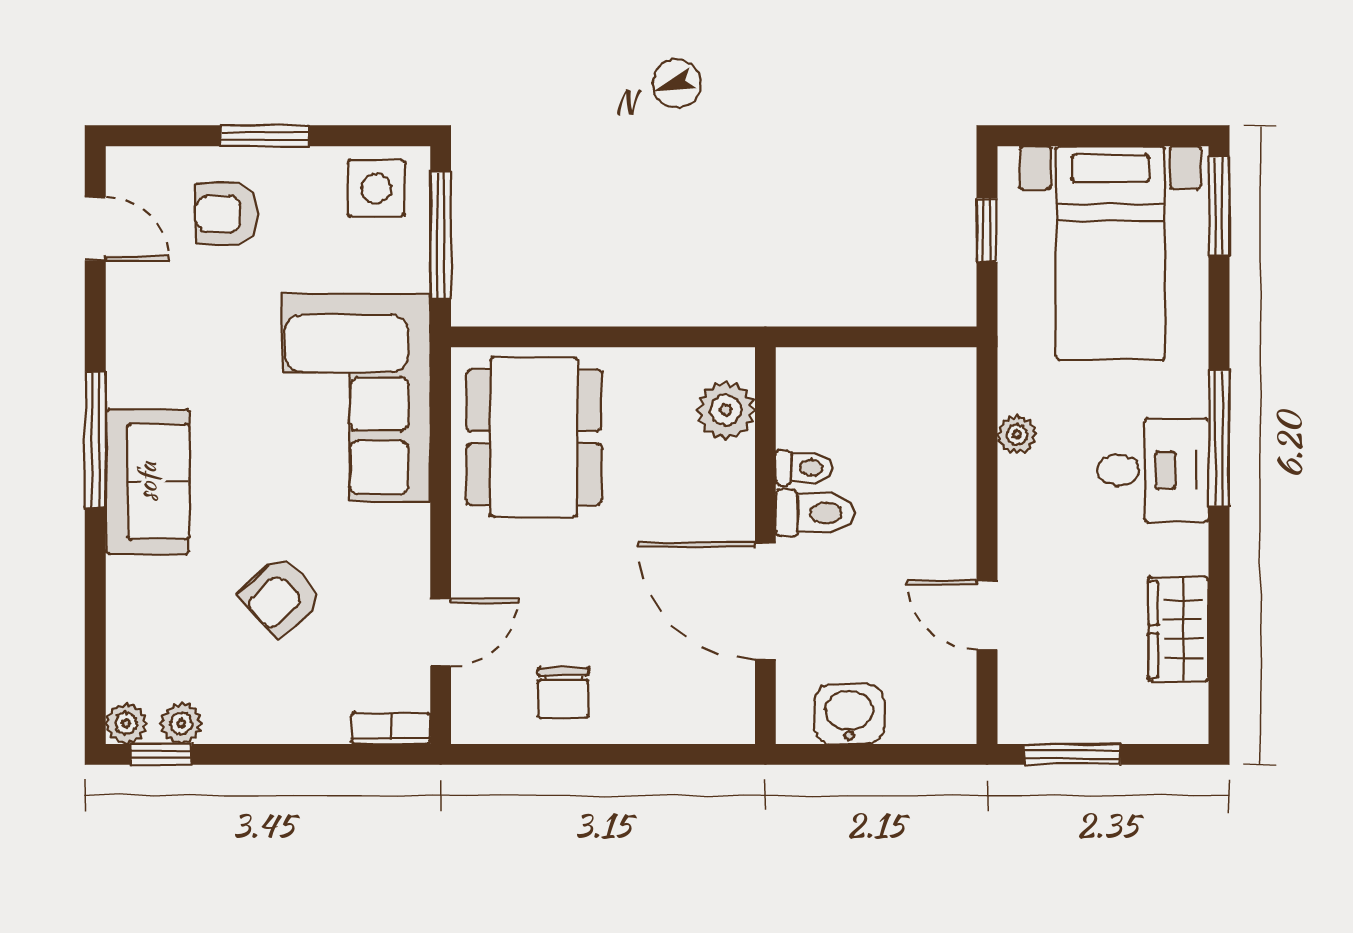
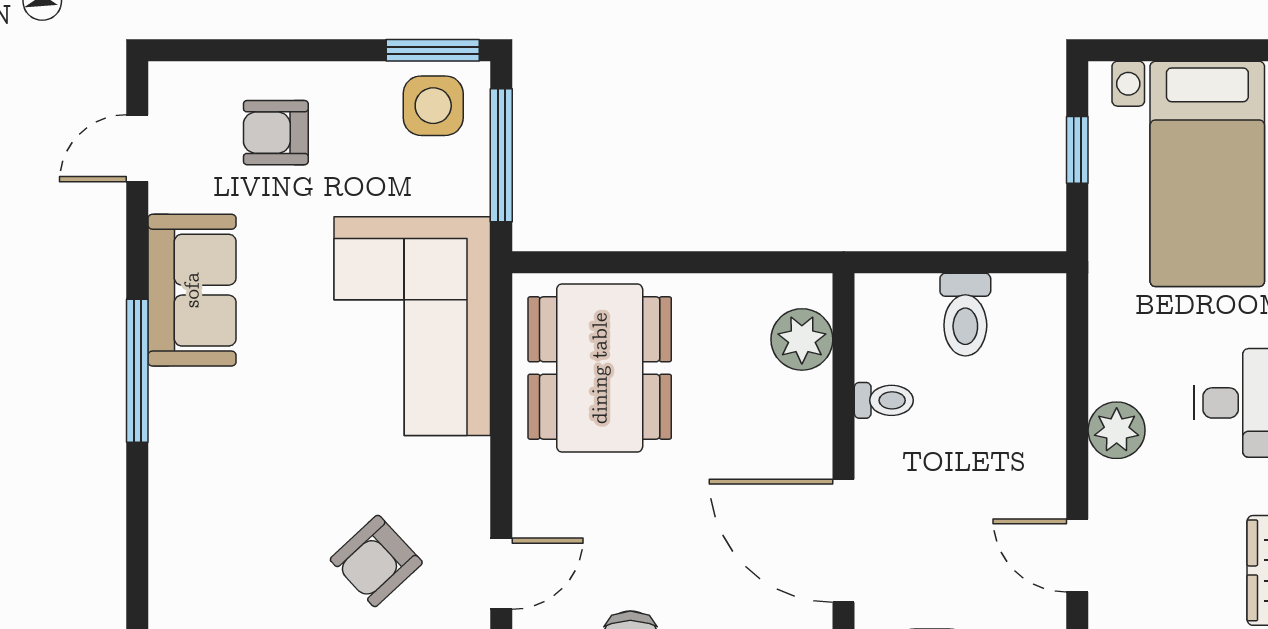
window: (264, 136) -> (433, 50), moved
door: (95, 229) -> (137, 148), swing flipped
plant: (1017, 435) -> (1117, 430), moved, width x1.38, depth x1.38
sofa: (147, 482) -> (192, 290), moved
toilet: (815, 513) -> (965, 315), moved, turned 90
armchair: (281, 596) -> (376, 561), moved

